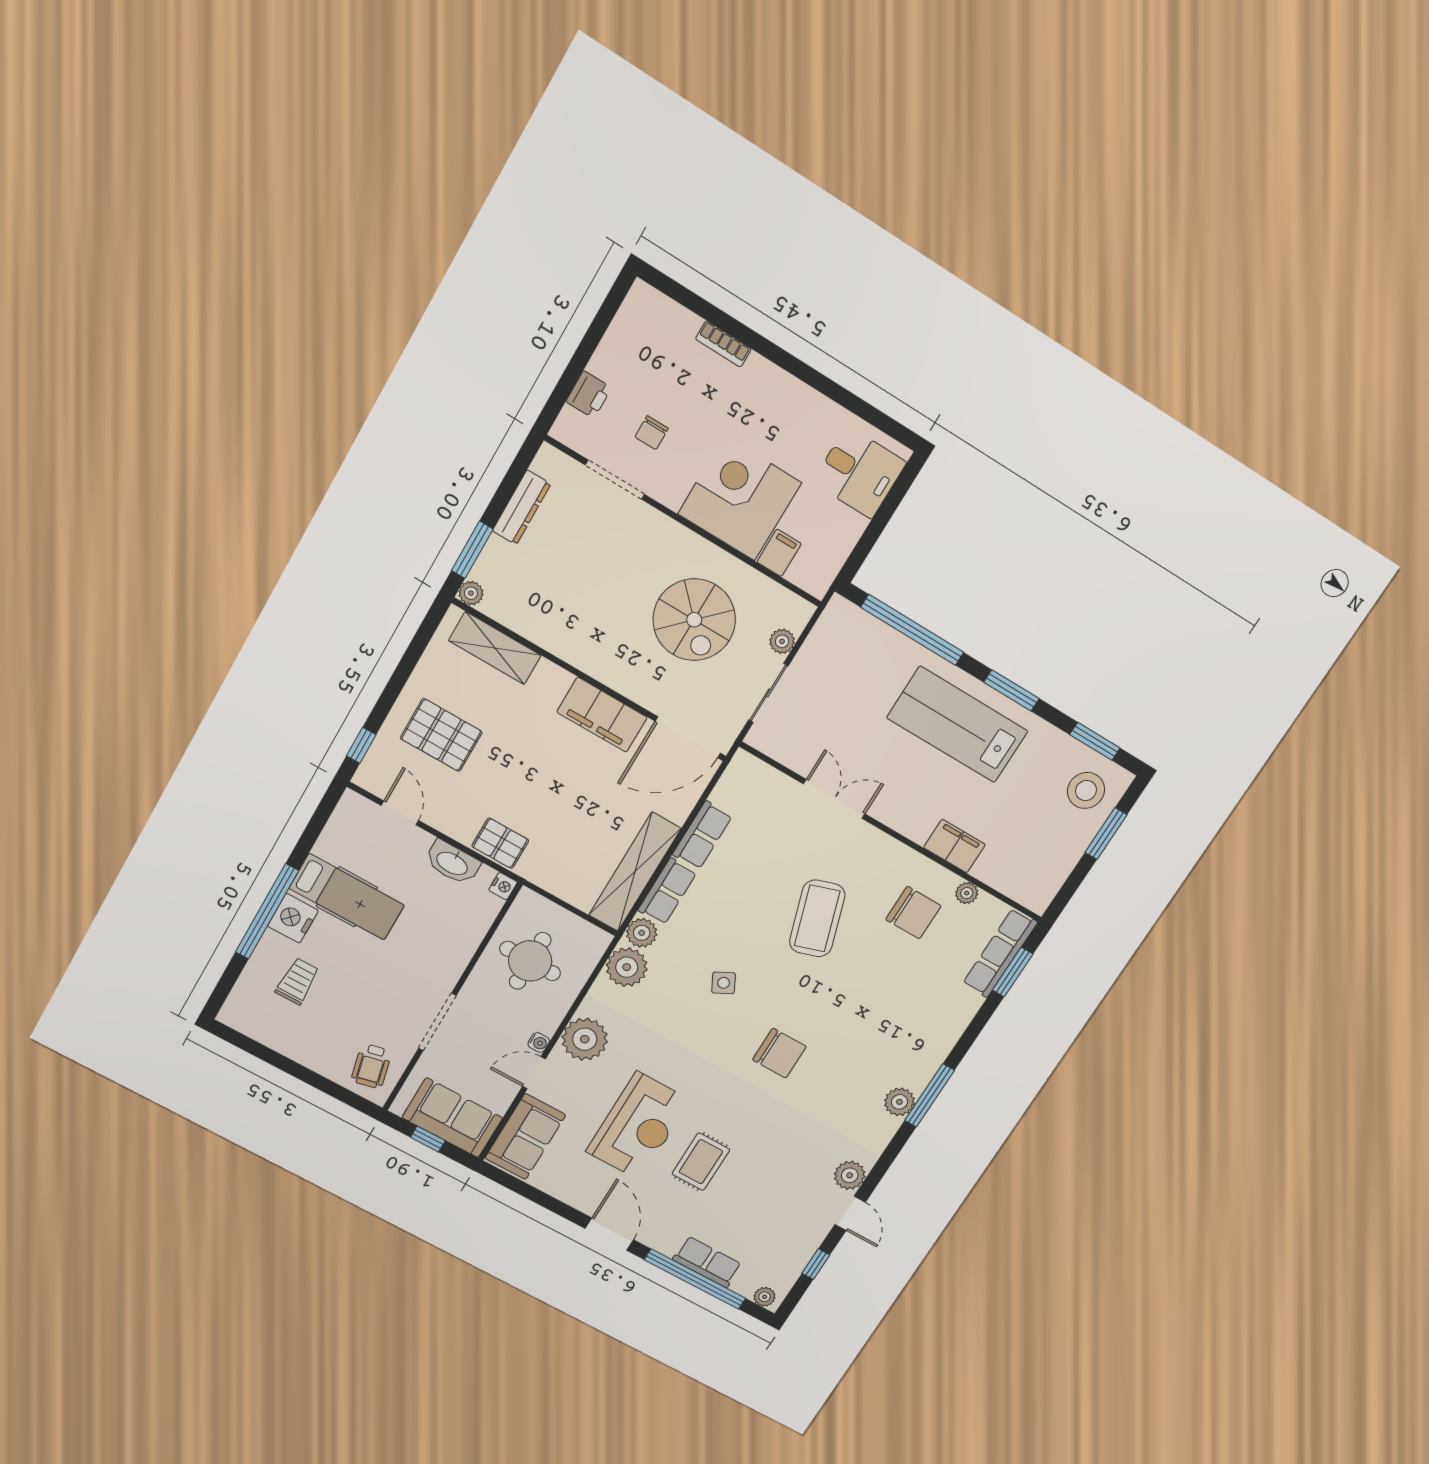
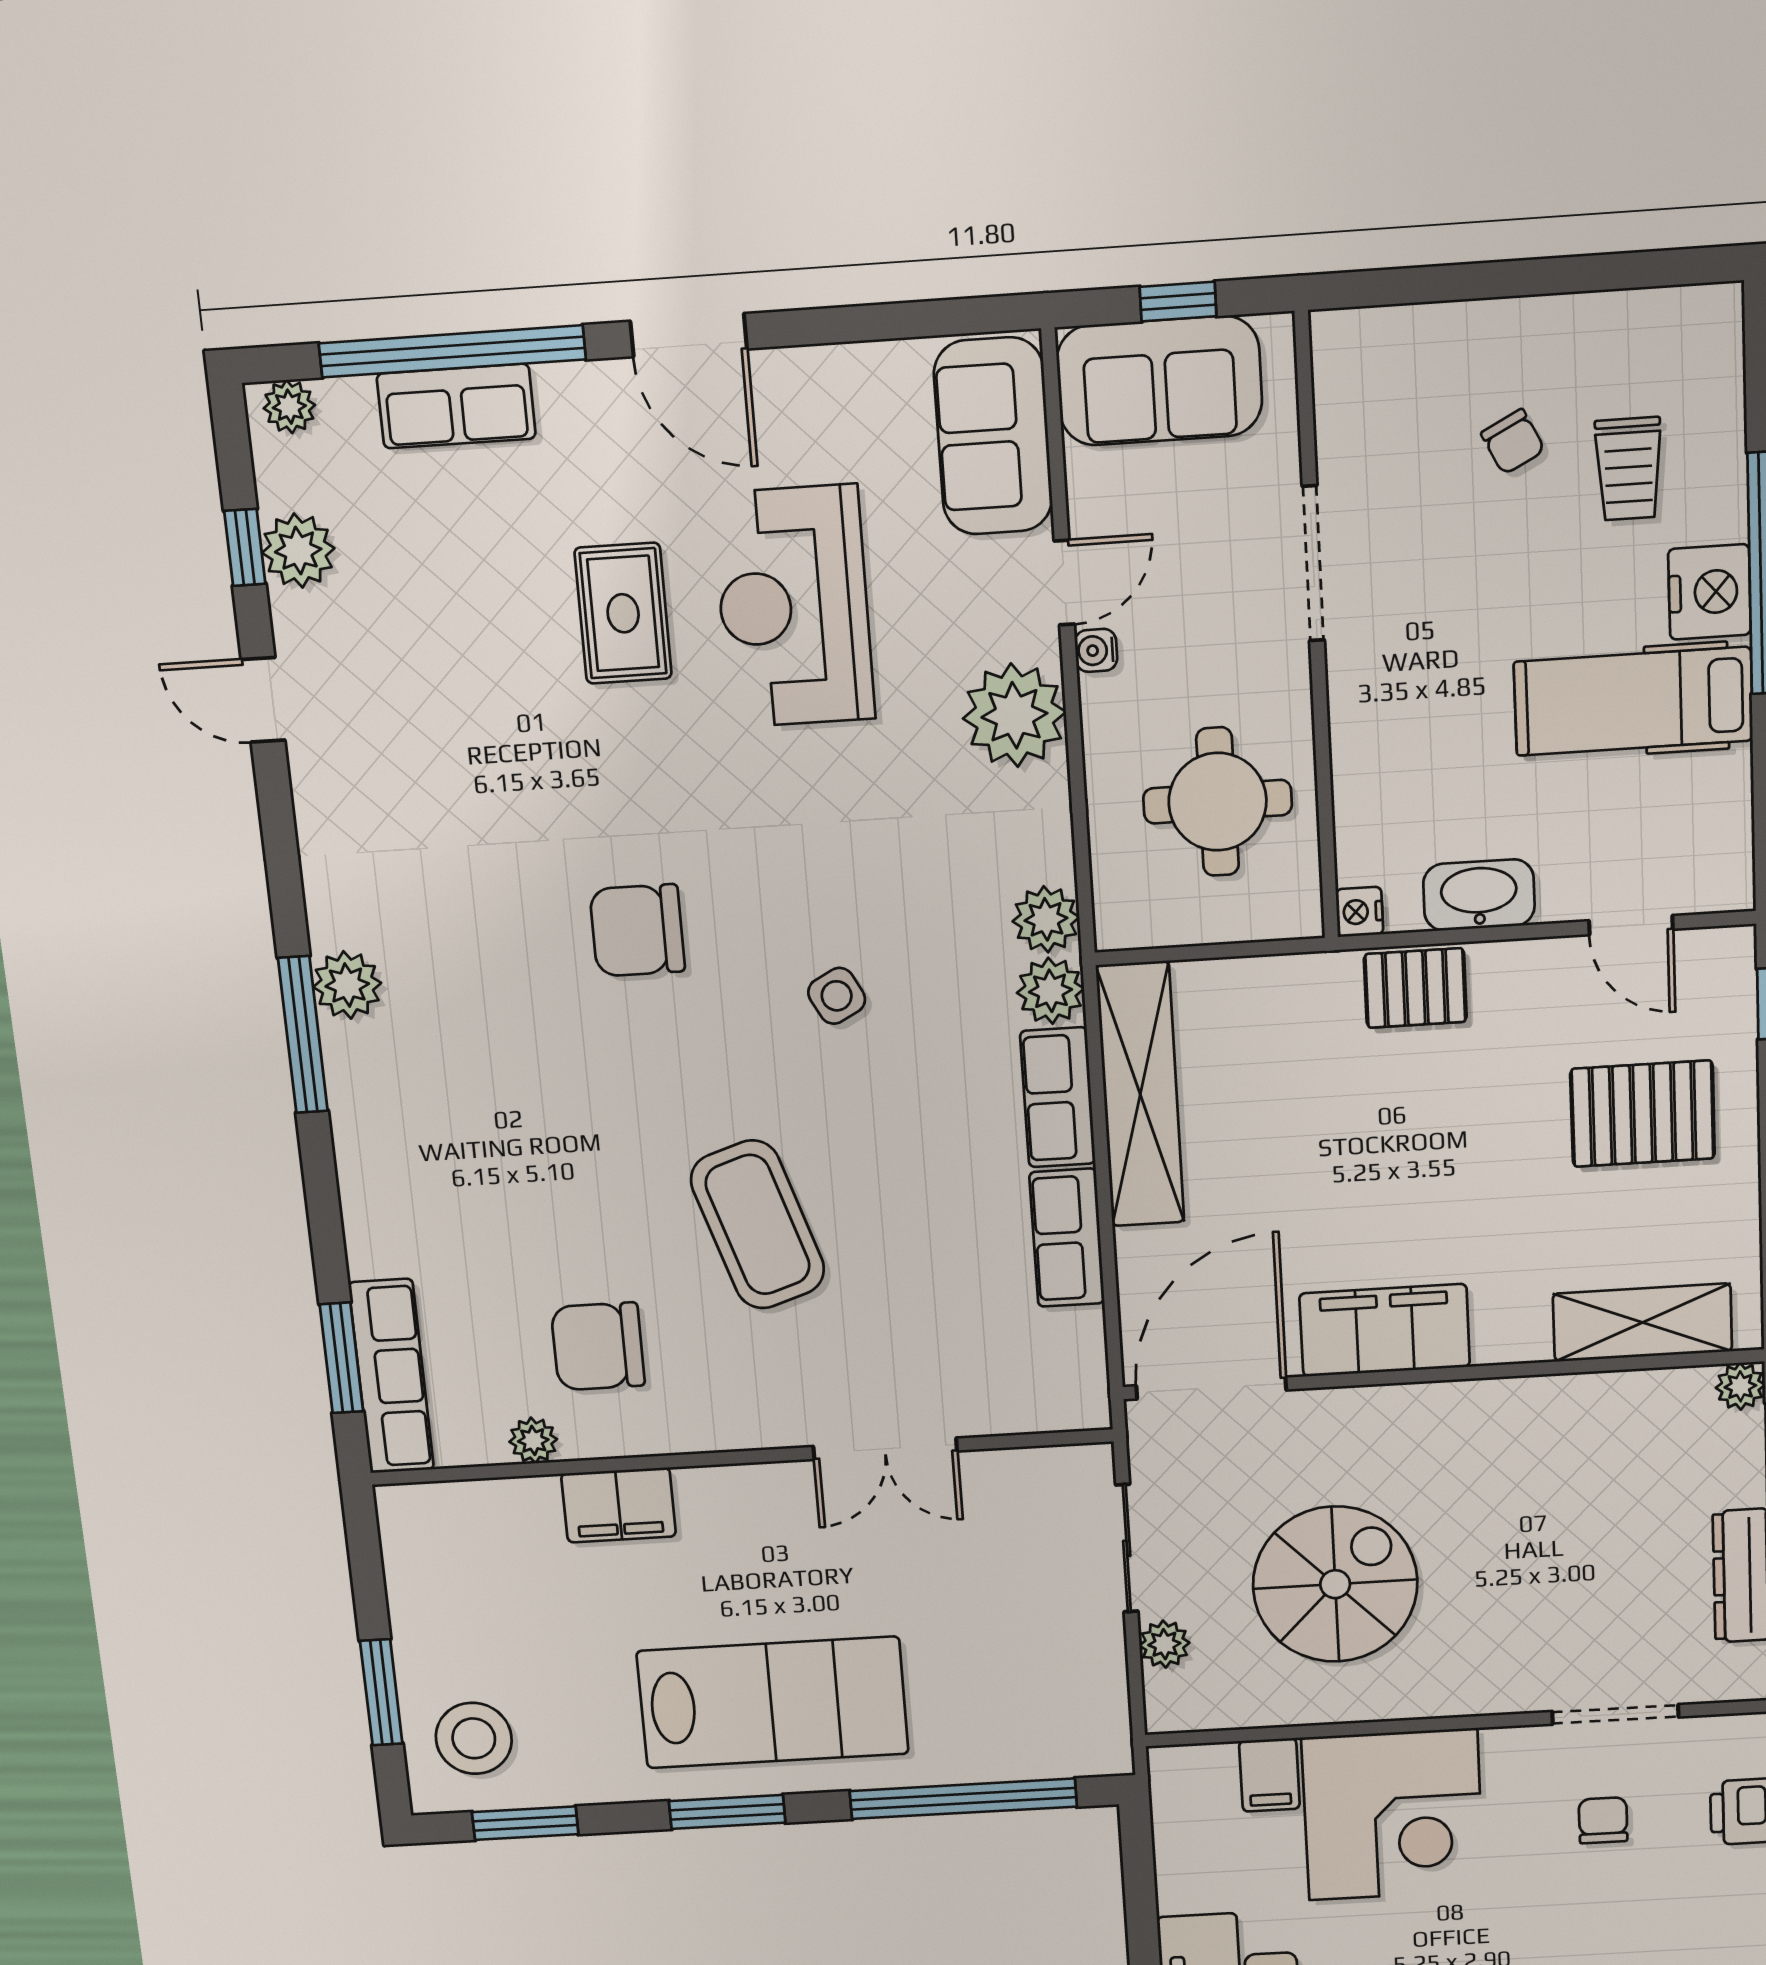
spiral stairs: (694, 620) -> (1335, 1584), turned 90
plant: (627, 967) -> (1046, 919), width x0.73, depth x0.73
chair: (335, 1017) -> (1513, 442), added
wheelchair: (371, 1066) -> (1383, 385), removed
plant: (850, 1175) -> (298, 551), moved

